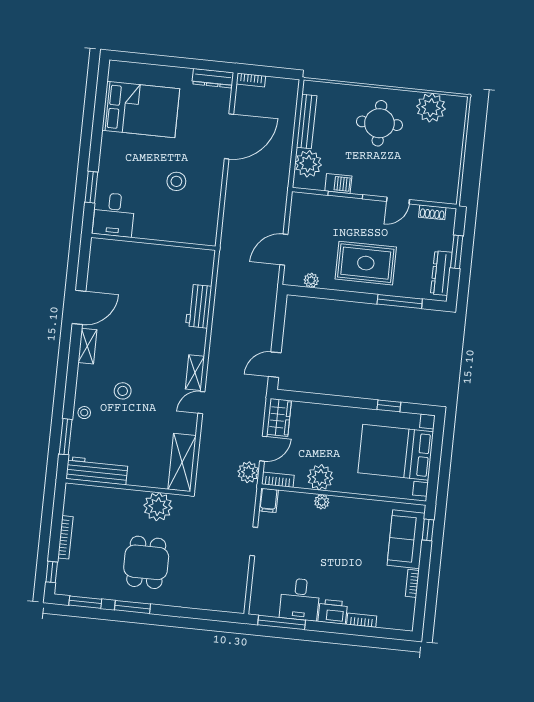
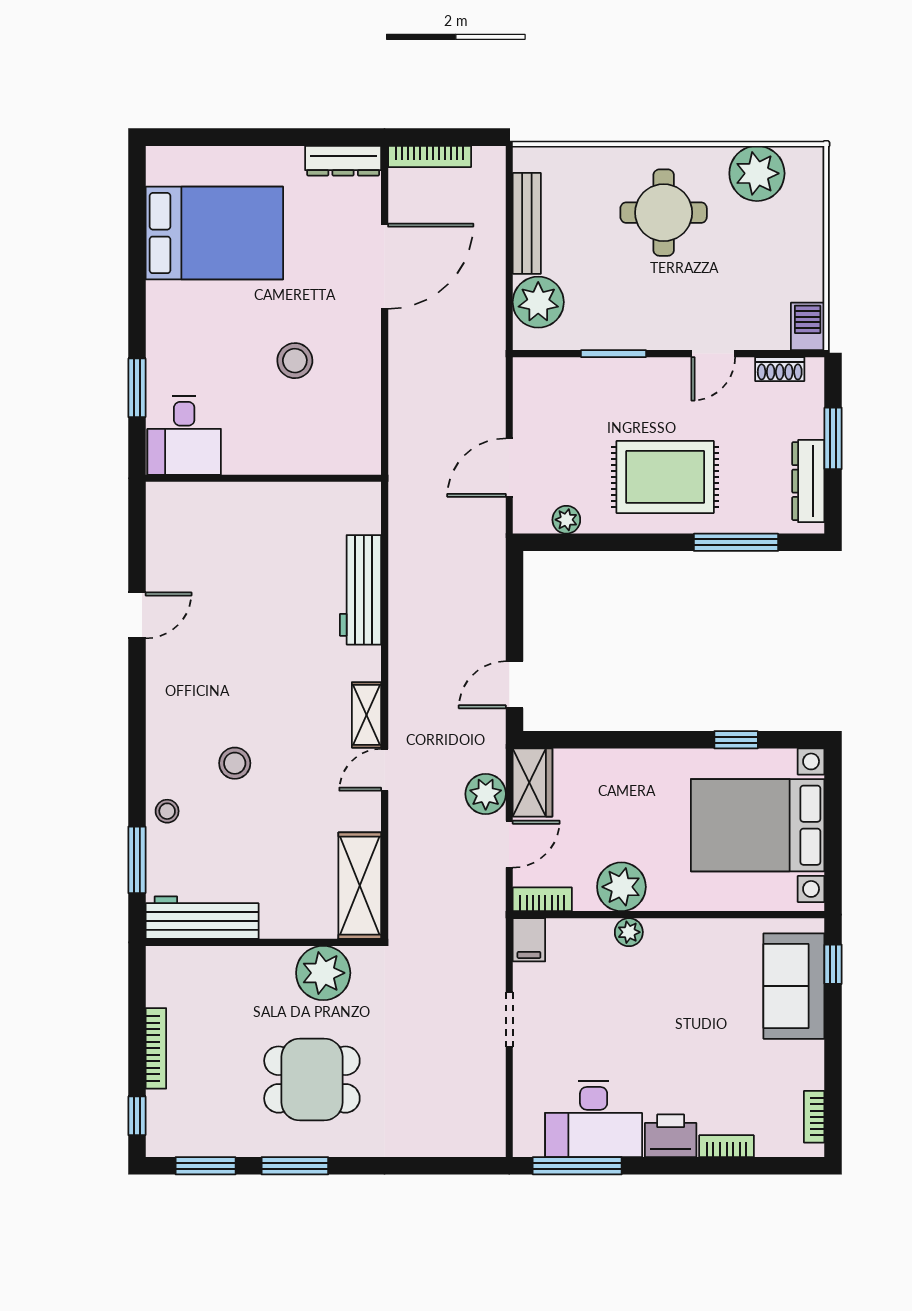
bookcase: (251, 80) -> (430, 156), width x1.56
barbecue: (338, 183) -> (808, 326), moved, turned -90
workbench: (199, 306) -> (361, 590), width x1.38
door: (79, 307) -> (137, 615), width x0.73
shelving: (87, 346) -> (160, 686), removed
plant: (248, 472) -> (486, 794), moved
dining table: (146, 562) -> (312, 1080), turned 90
bookcase: (412, 583) -> (814, 1117), moved
desk: (300, 599) -> (594, 1119), width x1.37

